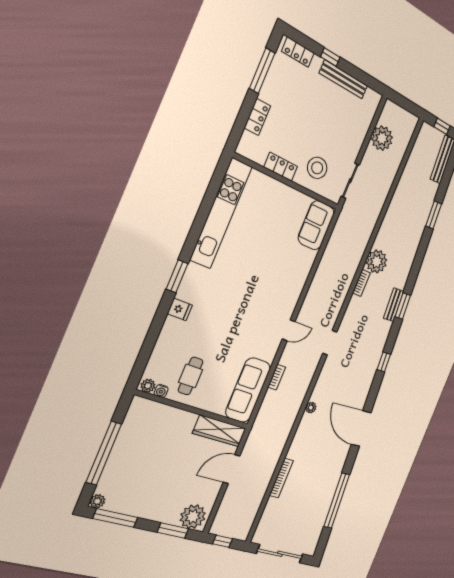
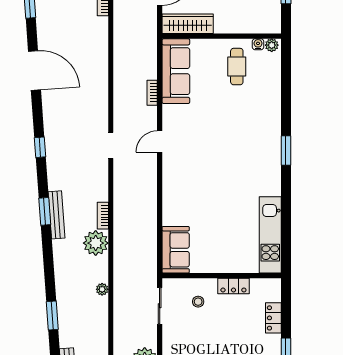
stool: (317, 168) -> (198, 302), width x0.53, depth x0.53
kitchen unit: (221, 213) -> (270, 235), width x0.73
bench: (394, 305) -> (56, 215), width x1.36
fridge: (180, 309) -> (271, 123), removed
plant: (311, 408) -> (102, 289), moved

